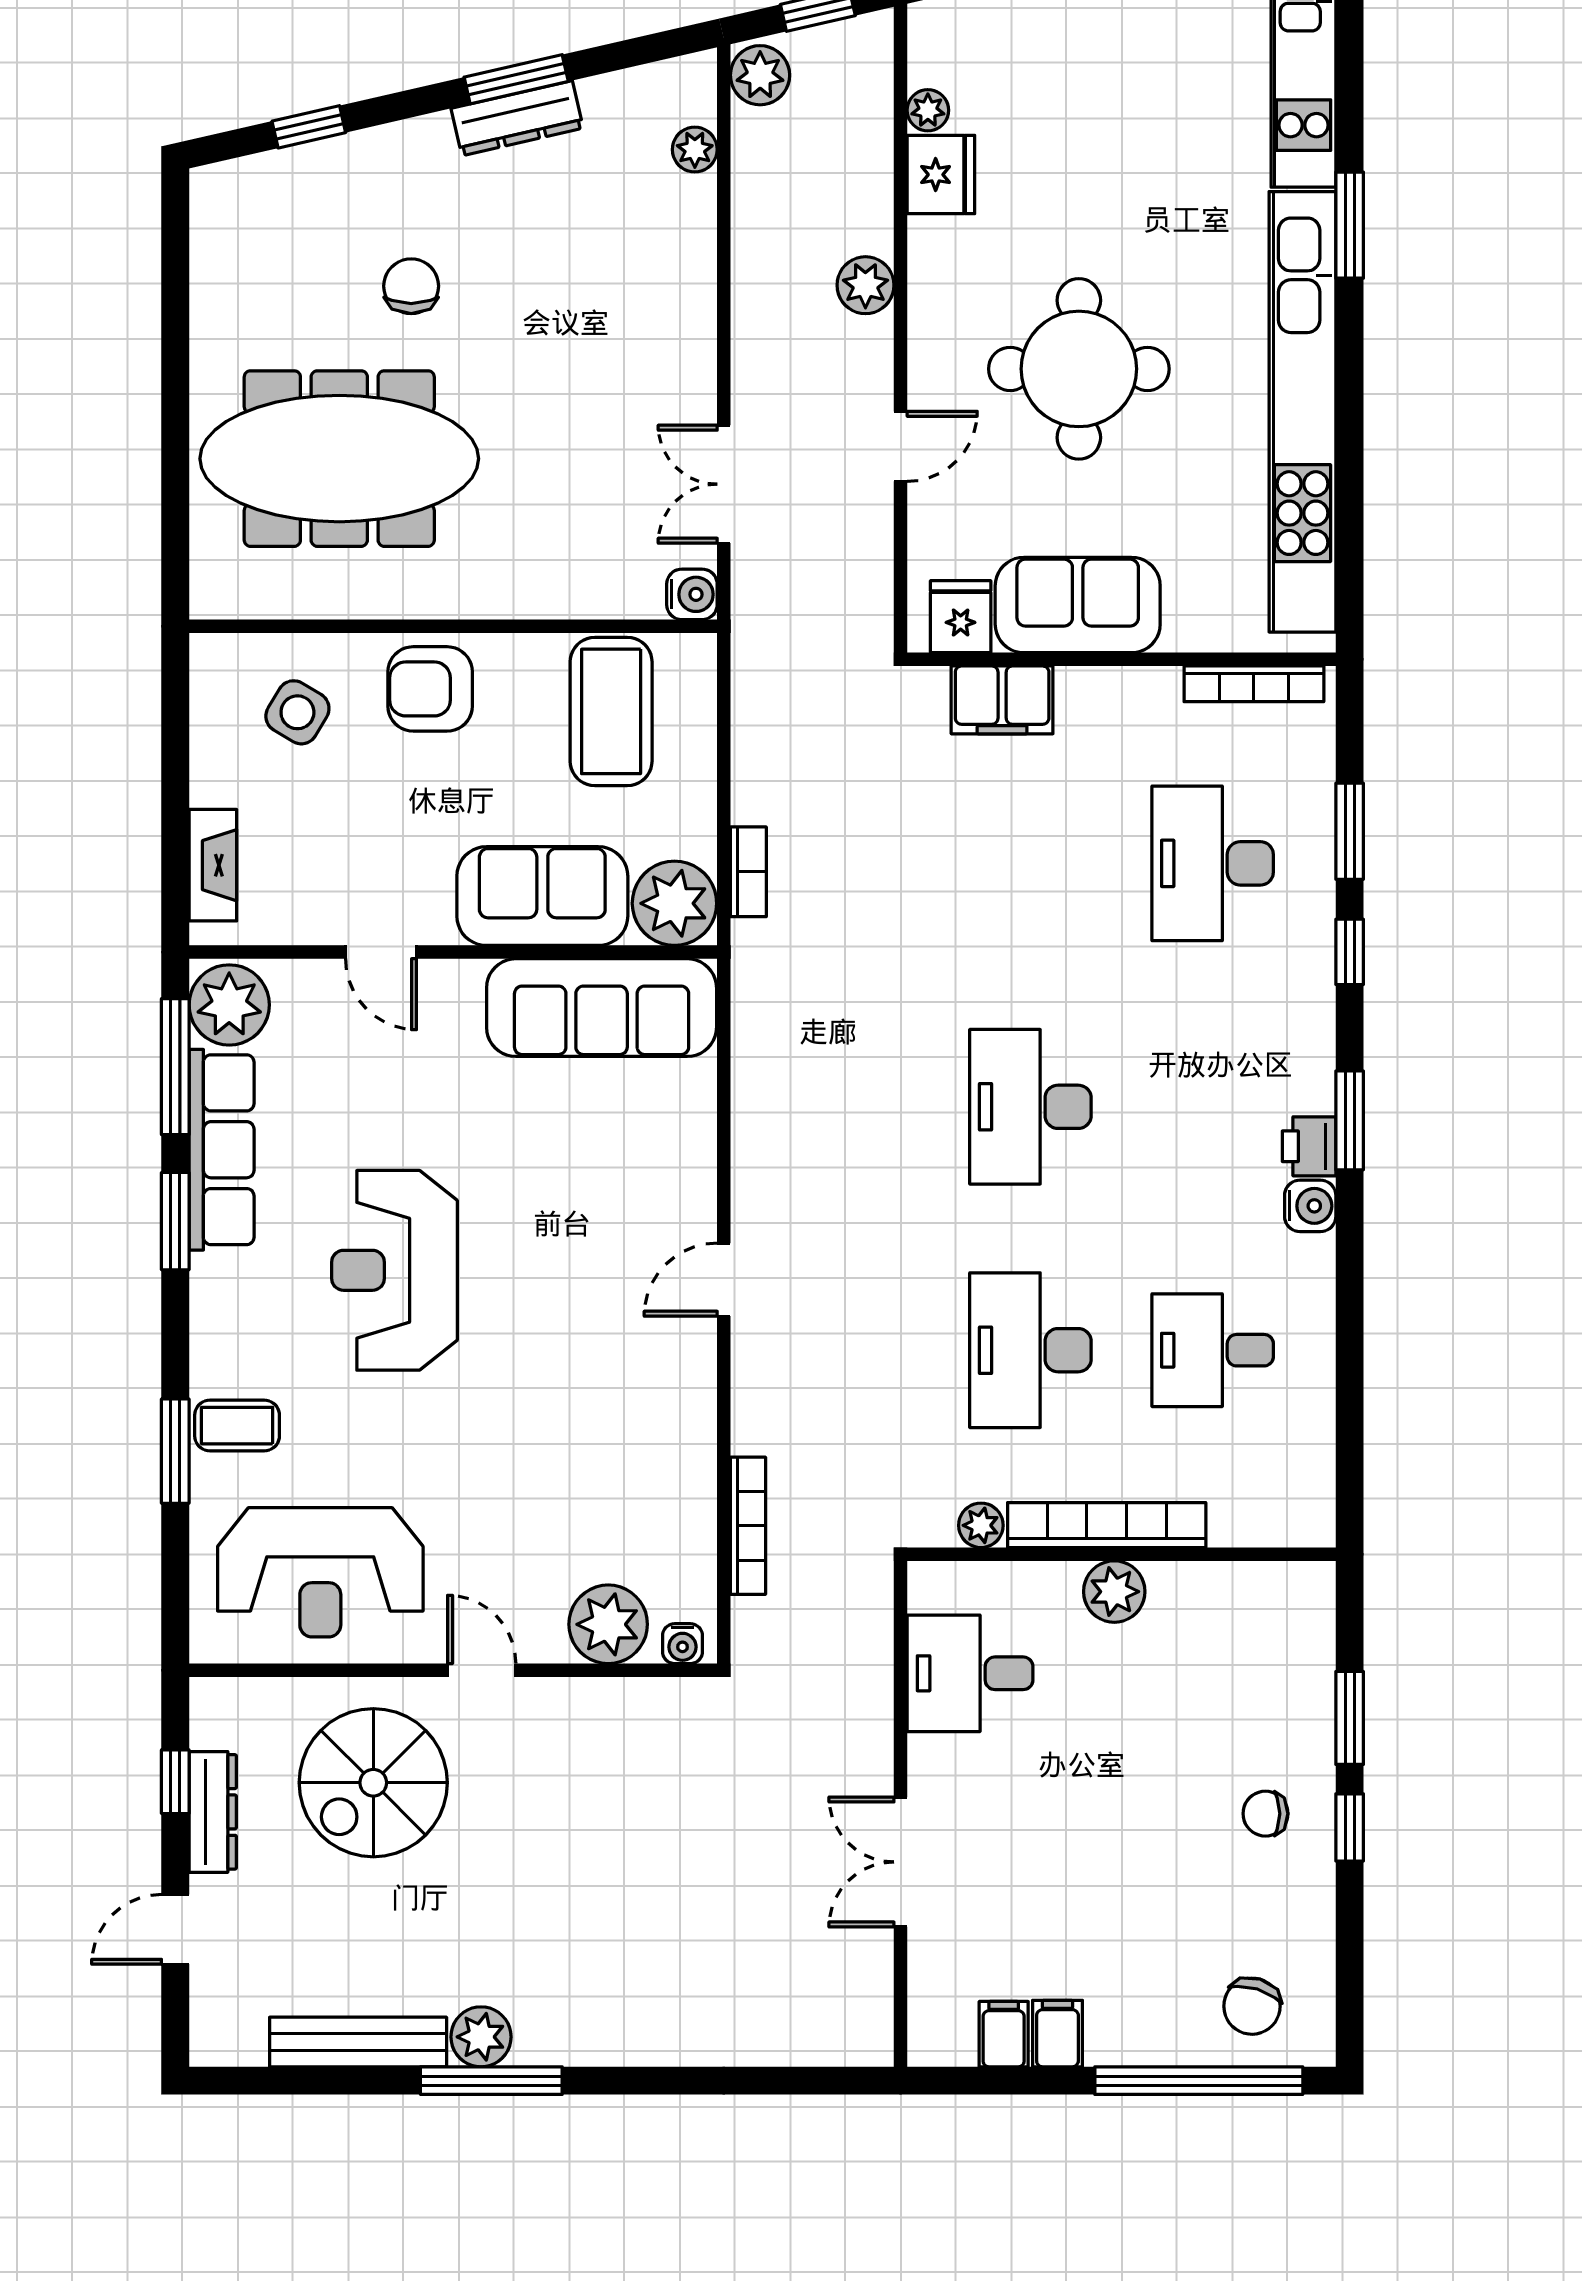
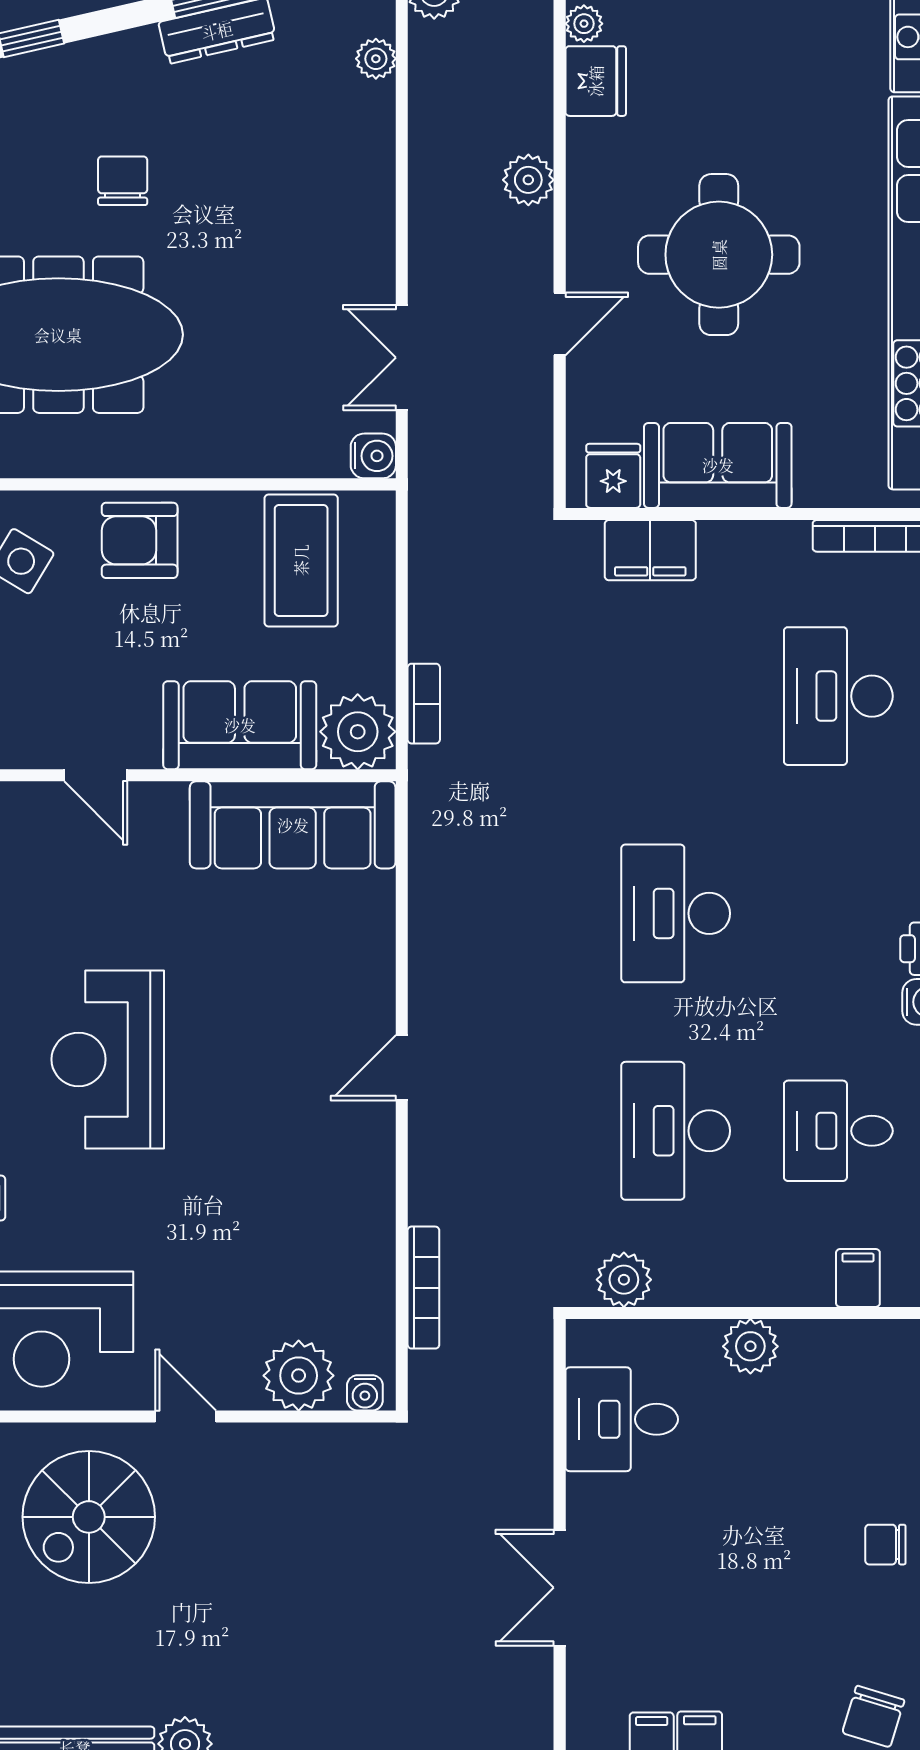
filing cabinet: (1235, 1515) -> (858, 1278), added
plant: (981, 1525) -> (624, 1280), width x1.38, depth x1.38
bookcase: (1107, 1525) -> (744, 1287), removed

